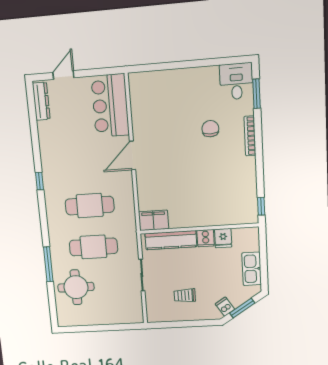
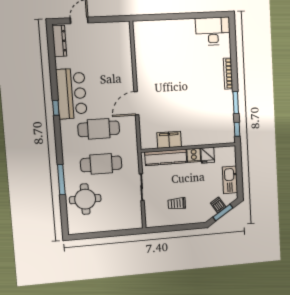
desk: (236, 81) -> (213, 31), width x1.37
window: (257, 94) -> (236, 103), moved
bar counter: (110, 106) -> (71, 94), moved, turned 180
chair: (210, 129) -> (198, 67), removed
door: (132, 155) -> (136, 103), moved
filing cabinet: (154, 220) -> (169, 140), moved
dishwasher: (225, 307) -> (218, 205), moved

